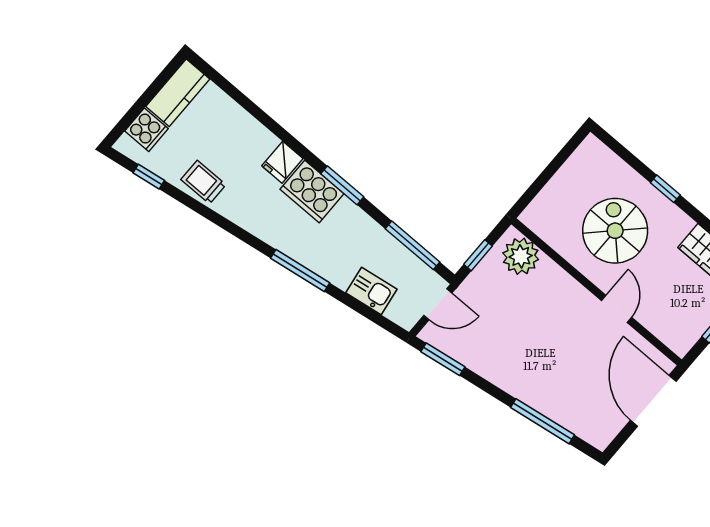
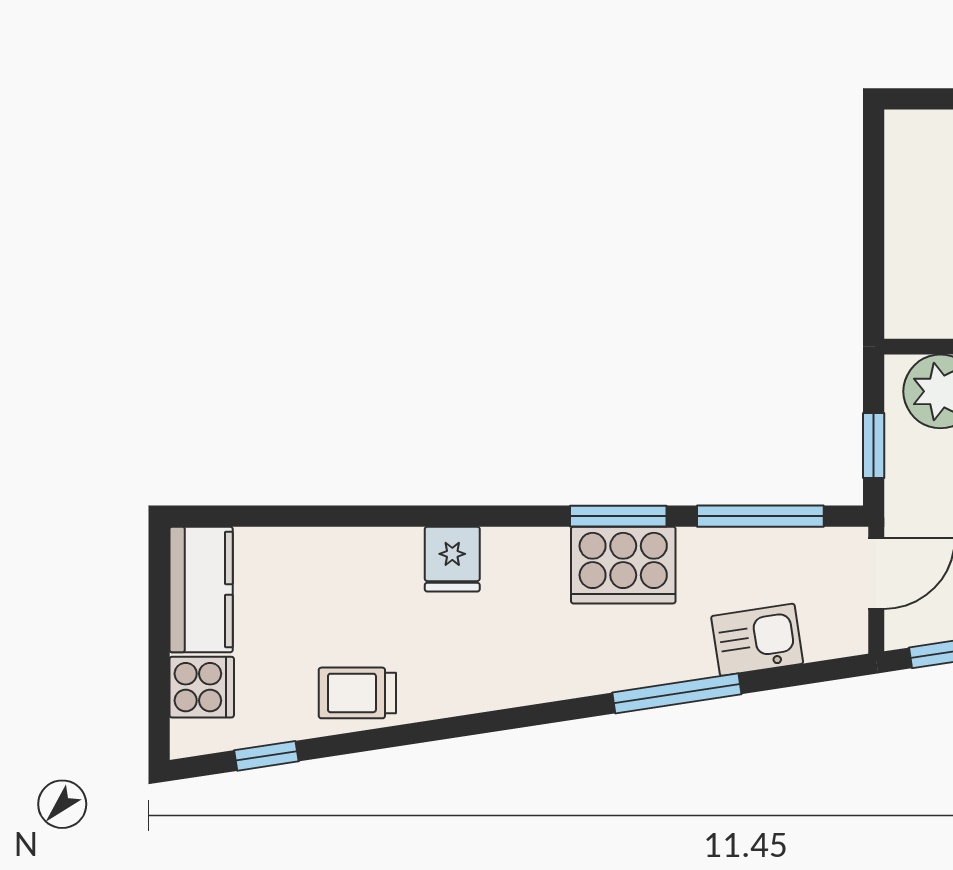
window: (342, 185) -> (618, 516), moved
cooker: (312, 191) -> (623, 565), moved
window: (300, 271) -> (677, 693), moved

